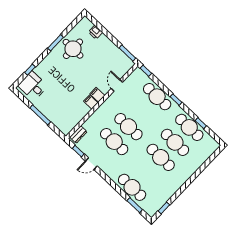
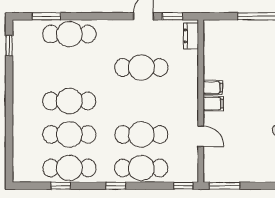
cafe table: (128, 127) -> (141, 134), moved

